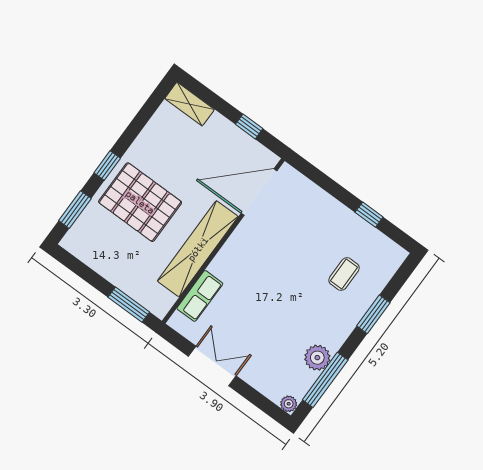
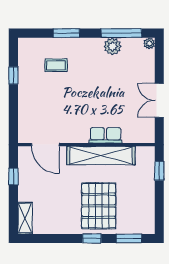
door: (259, 192) -> (45, 145), width x0.73
row of seats: (200, 296) -> (105, 135), moved
window: (129, 305) -> (159, 171), width x0.67

